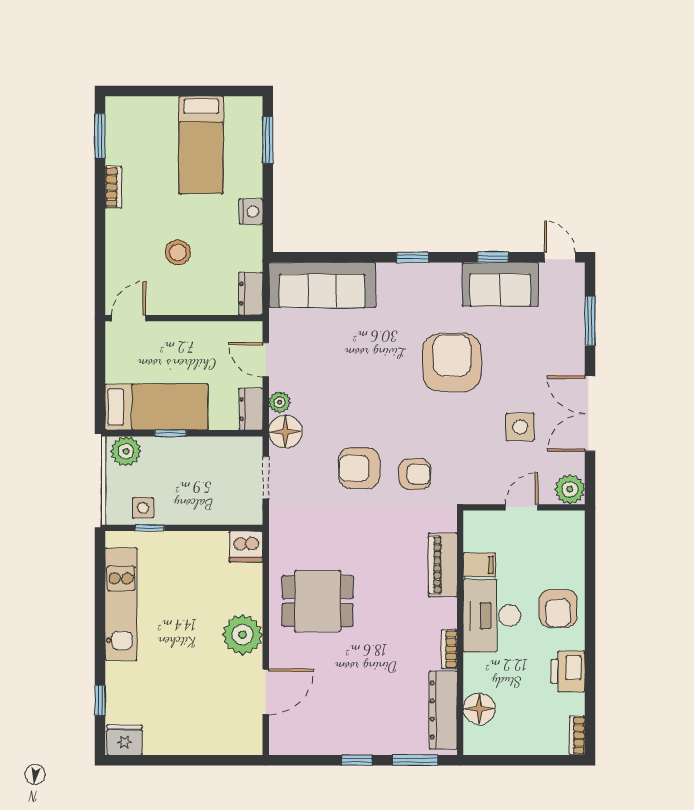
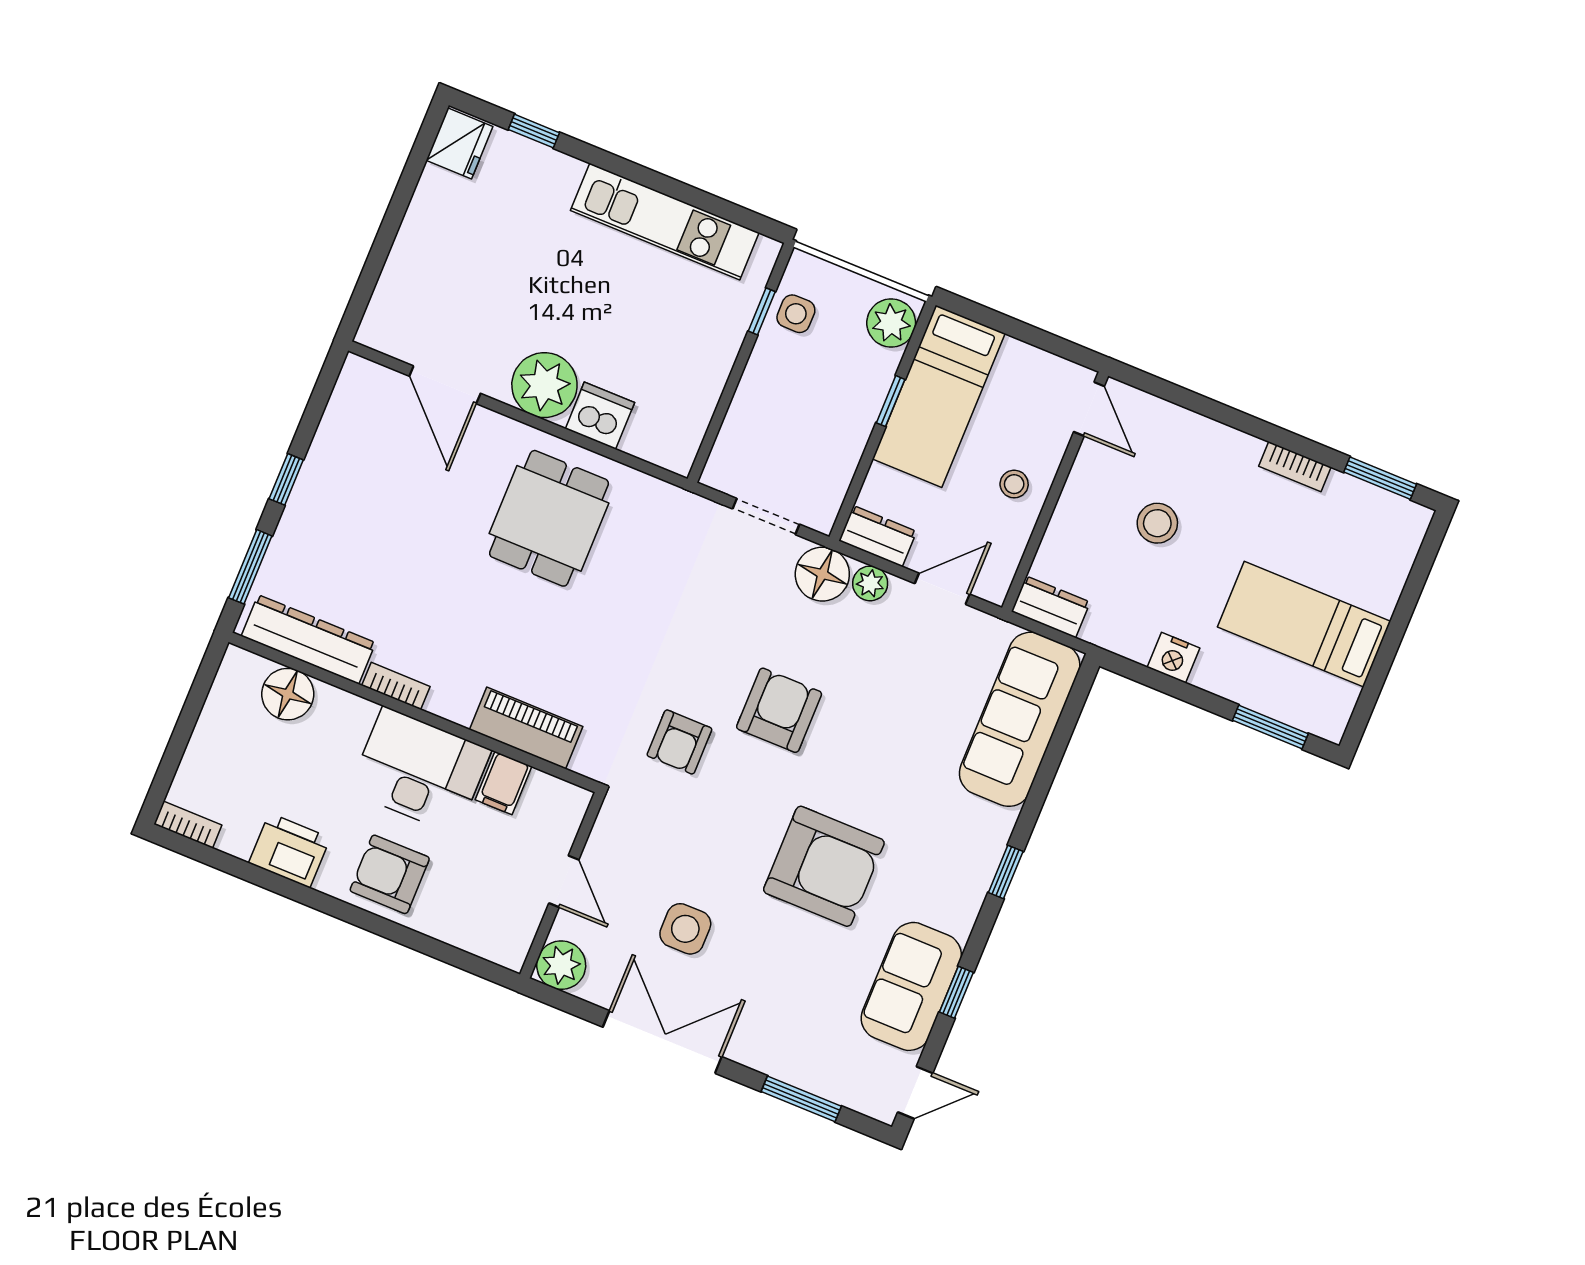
stool: (189, 343) -> (1014, 484), added
armchair: (359, 468) -> (779, 710), moved
dishwasher: (246, 547) -> (600, 416), moved, turned 90

